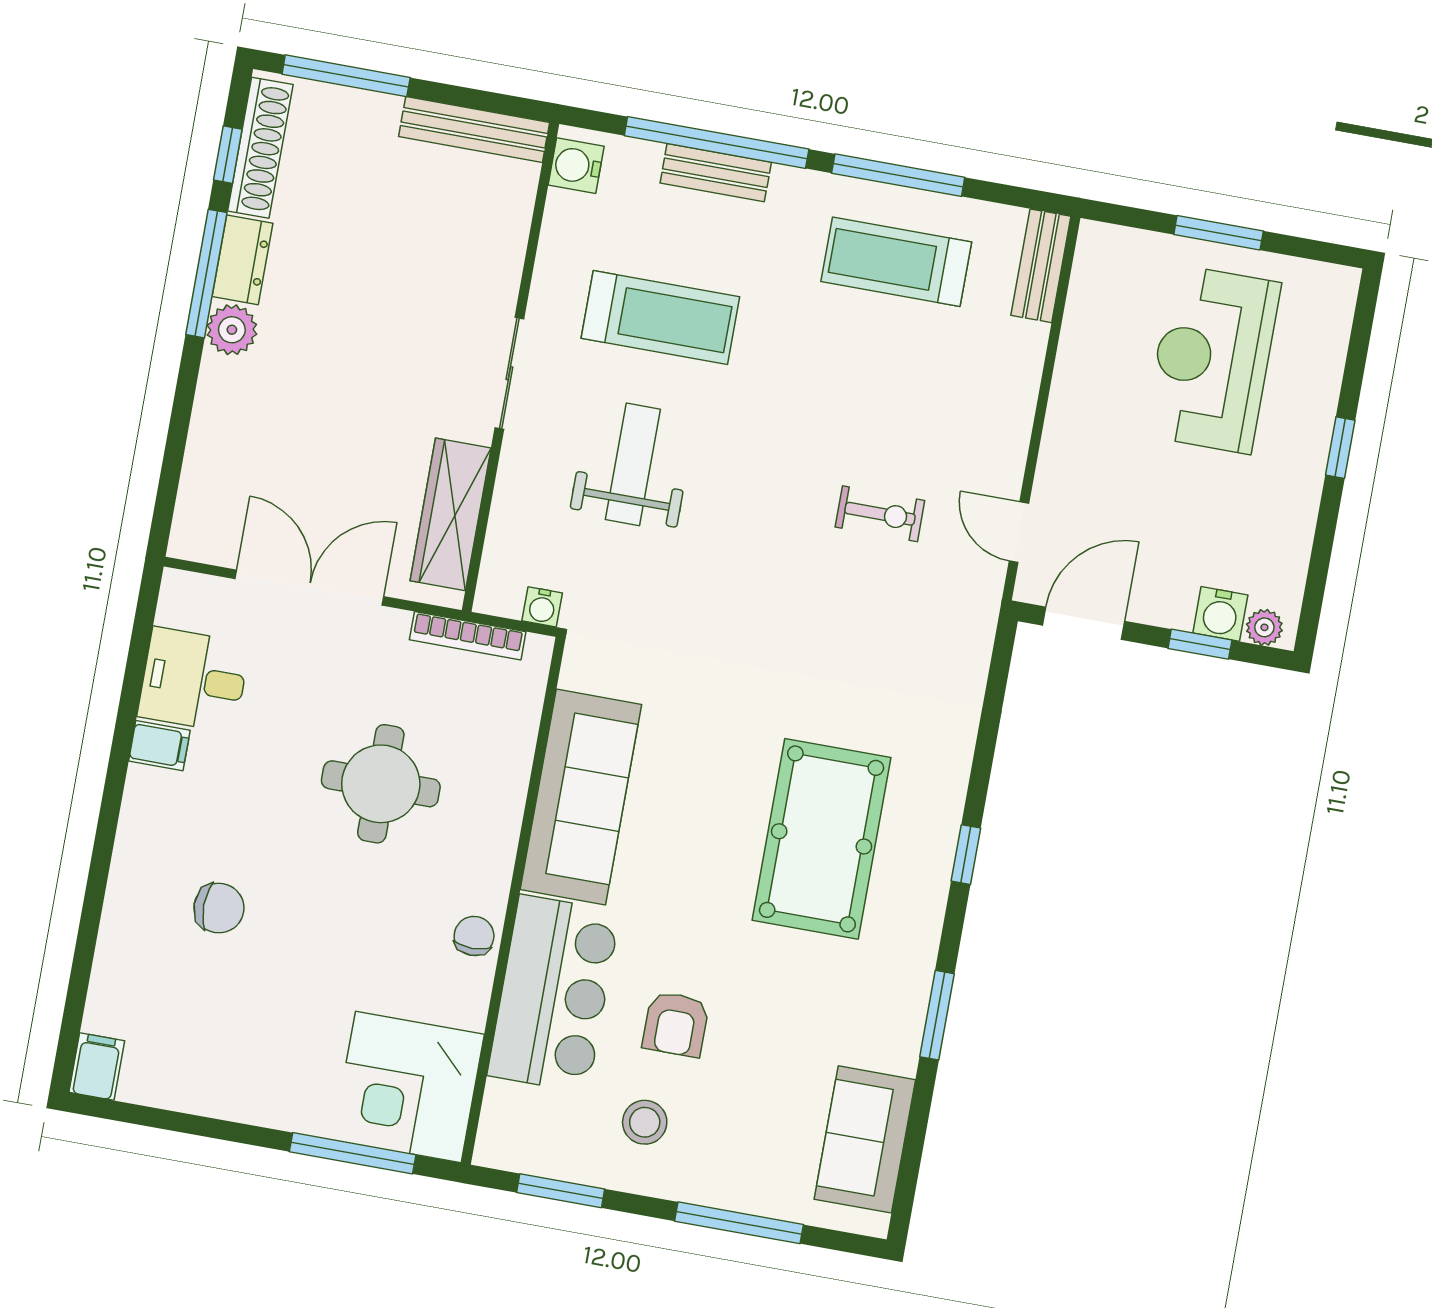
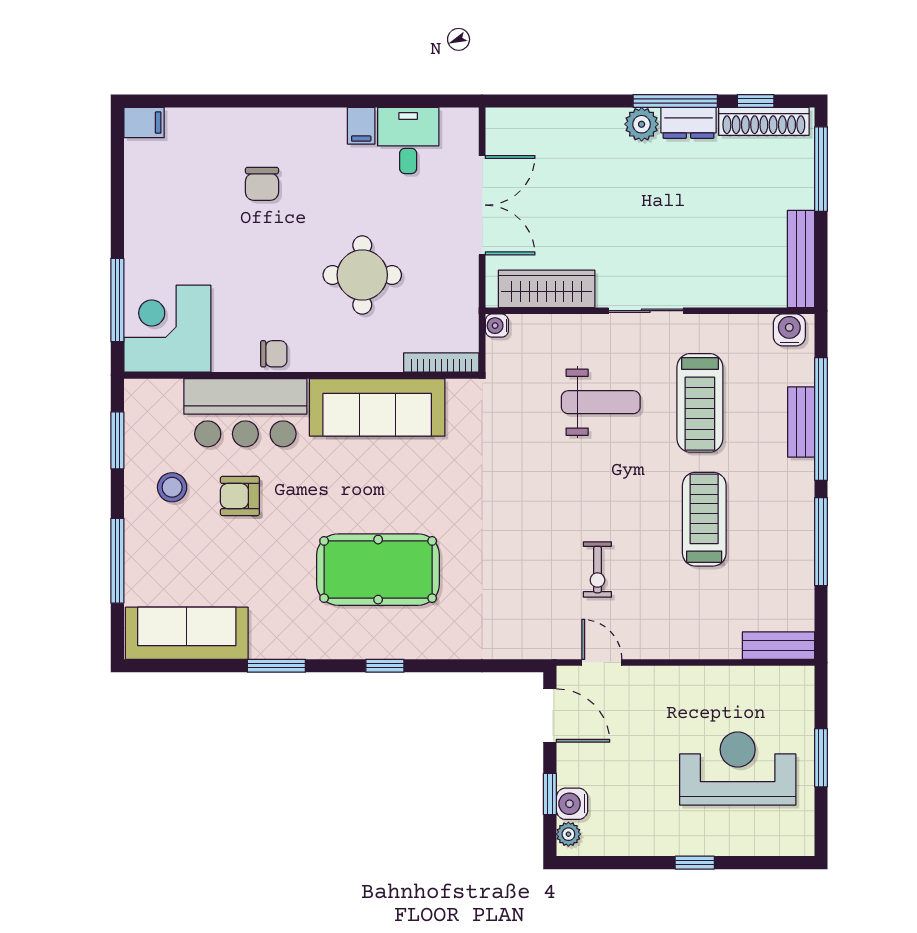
treadmill: (896, 262) -> (704, 519), moved
door: (1019, 532) -> (602, 663), hinge flipped
water cooler: (542, 607) -> (497, 326), moved
bookcase: (468, 636) -> (441, 362), moved, turned 90
sofa: (865, 1139) -> (187, 633), width x1.36

